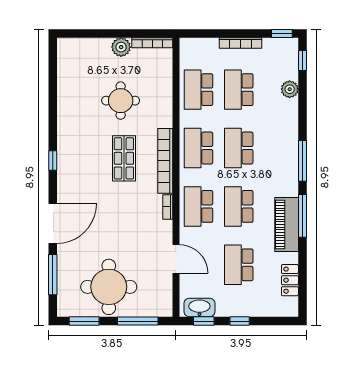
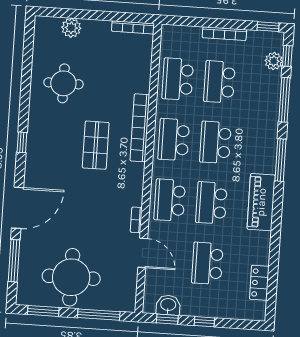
plant: (121, 47) -> (71, 28), moved
plant: (290, 89) -> (274, 61), moved
round table: (121, 101) -> (63, 83), moved
bookcase: (165, 161) -> (140, 128), moved
bookcase: (168, 207) -> (136, 220), moved
window: (302, 216) -> (284, 100), moved
piano: (287, 224) -> (261, 202), moved
washbasin: (199, 307) -> (168, 305), width x0.72

